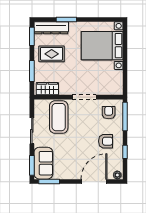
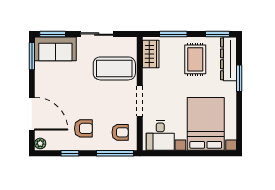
desk: (111, 81) -> (160, 136), added
armchair: (106, 141) -> (83, 128), turned -90

